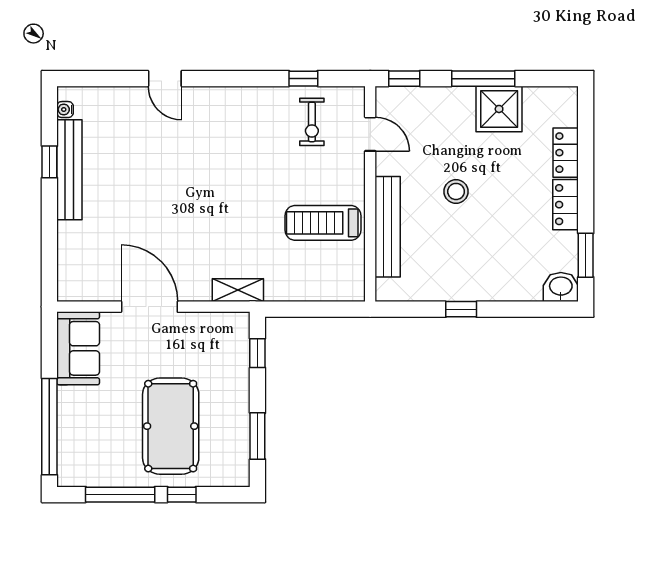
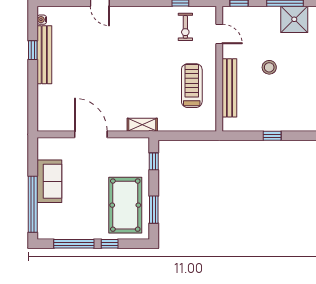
treadmill: (323, 223) -> (192, 86), turned 90
sofa: (78, 348) -> (49, 181), moved
pool table: (171, 426) -> (125, 205), moved

